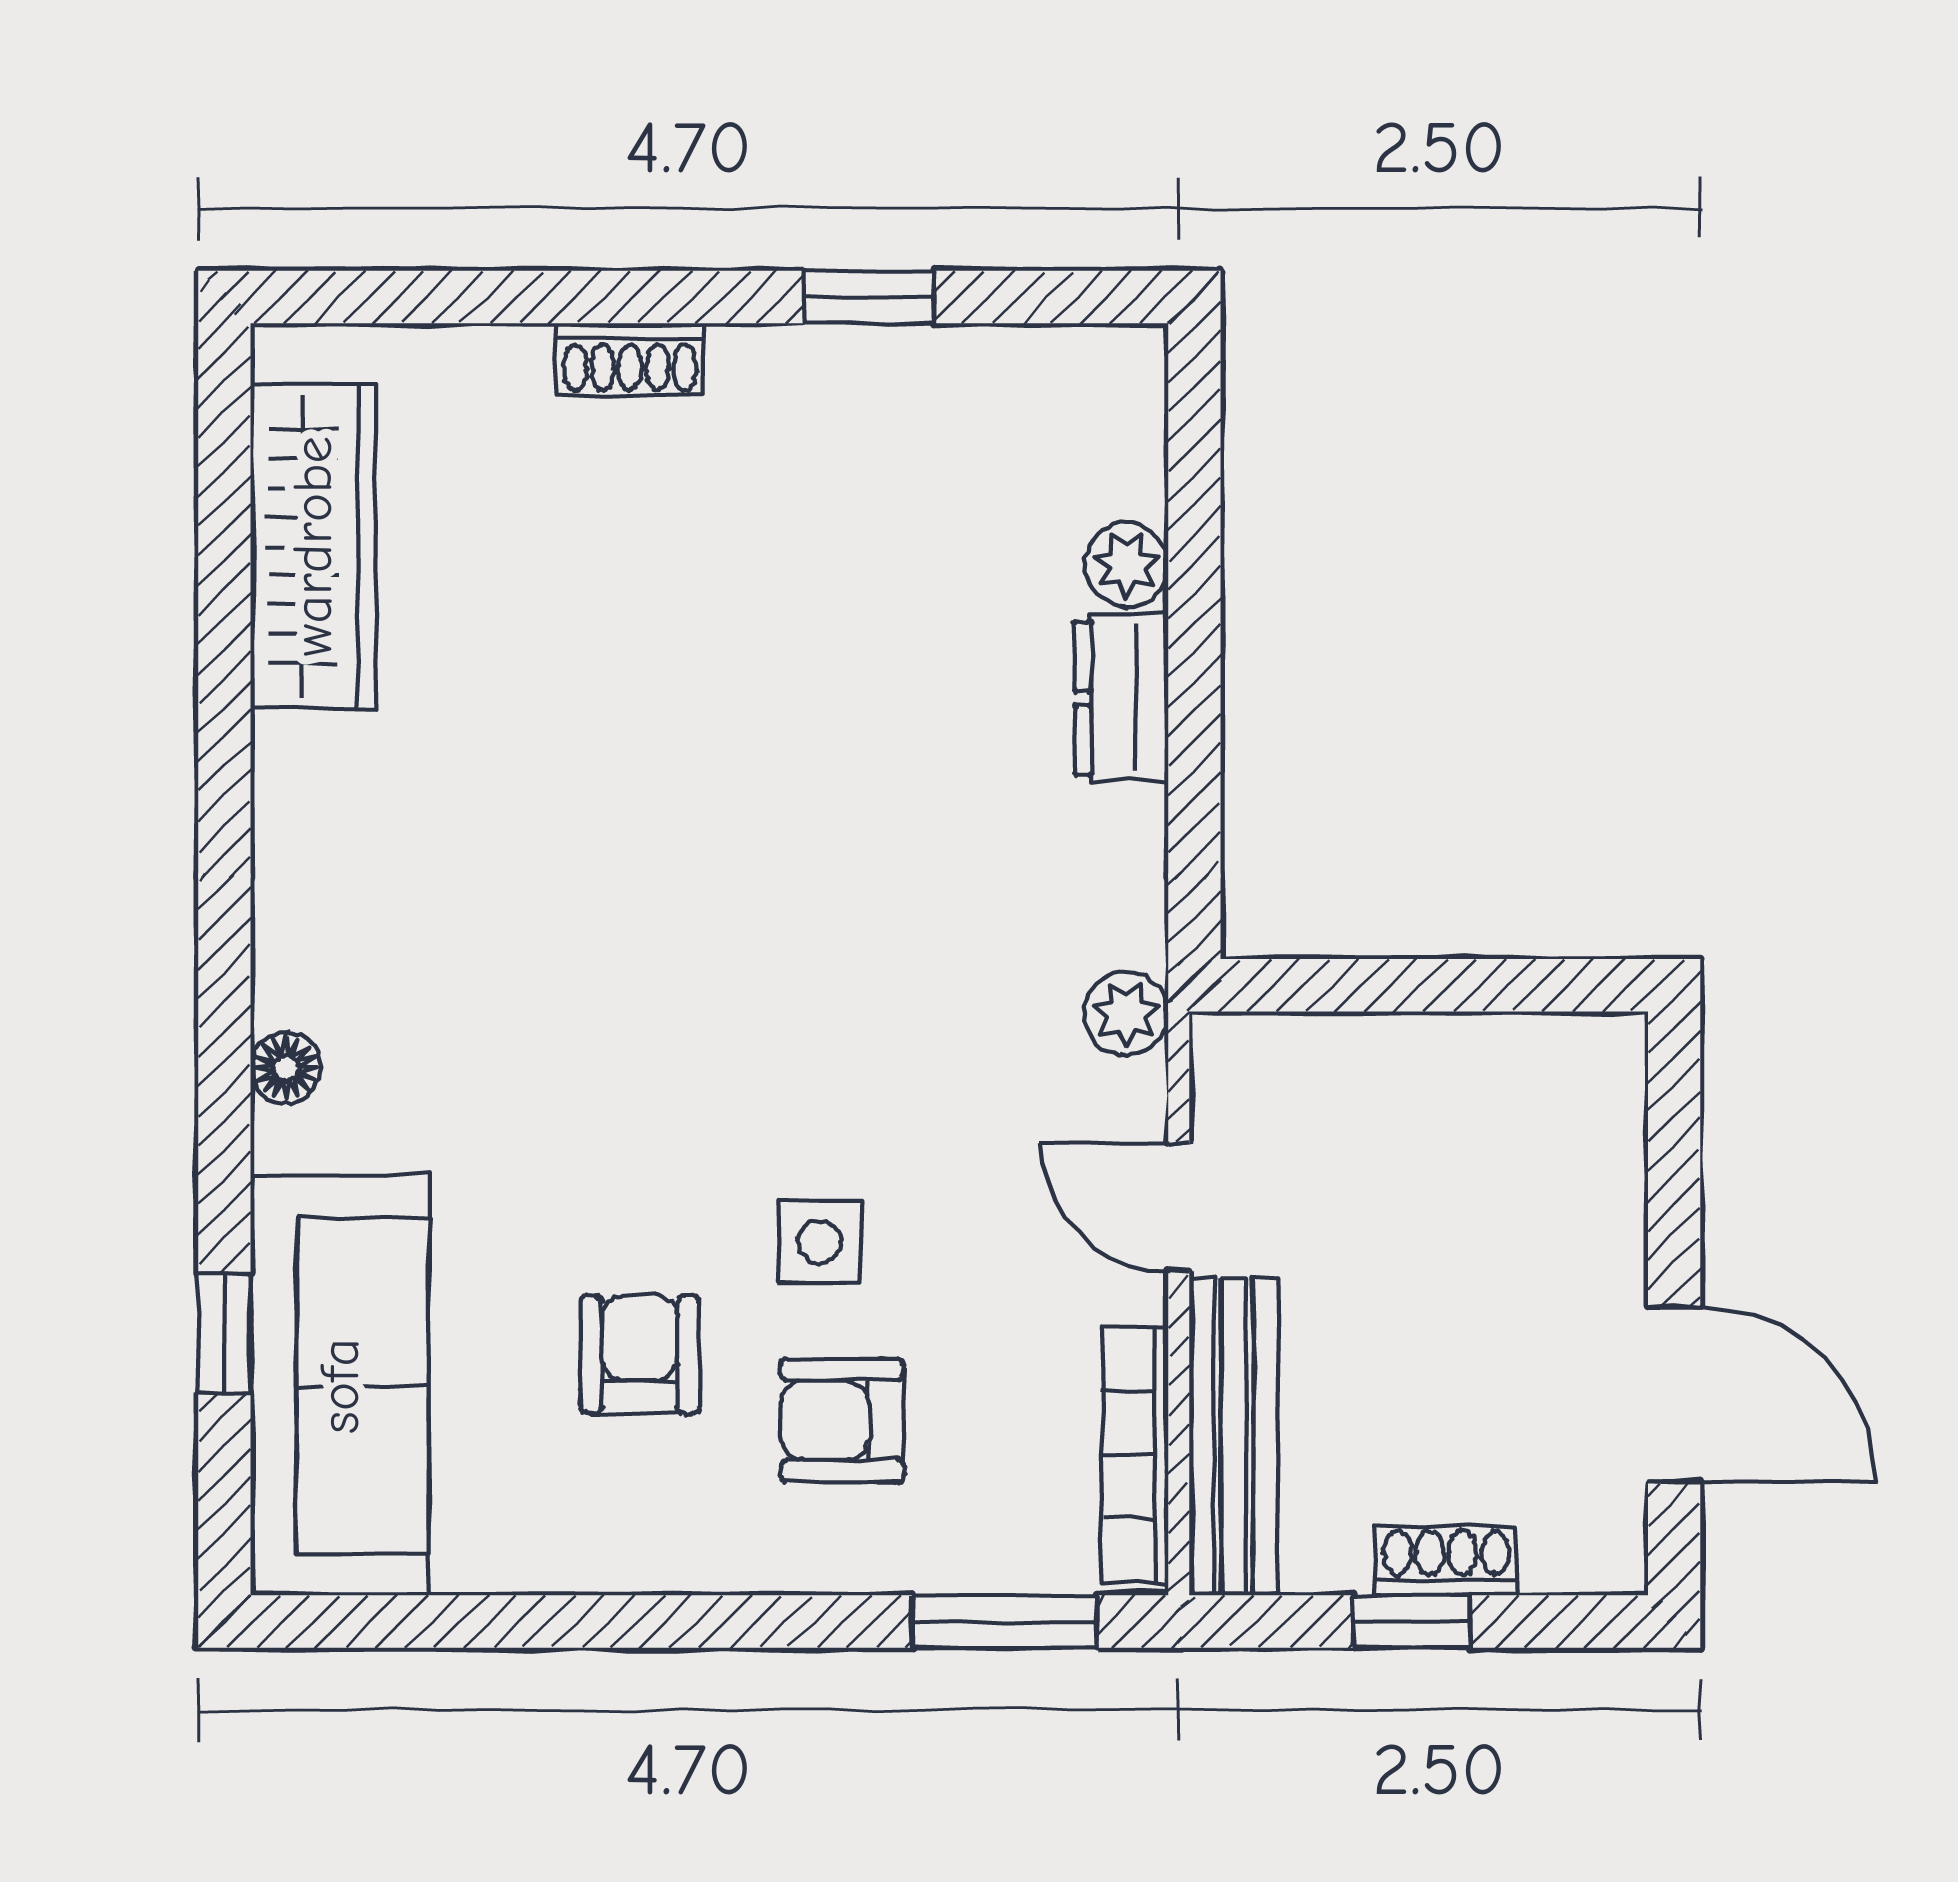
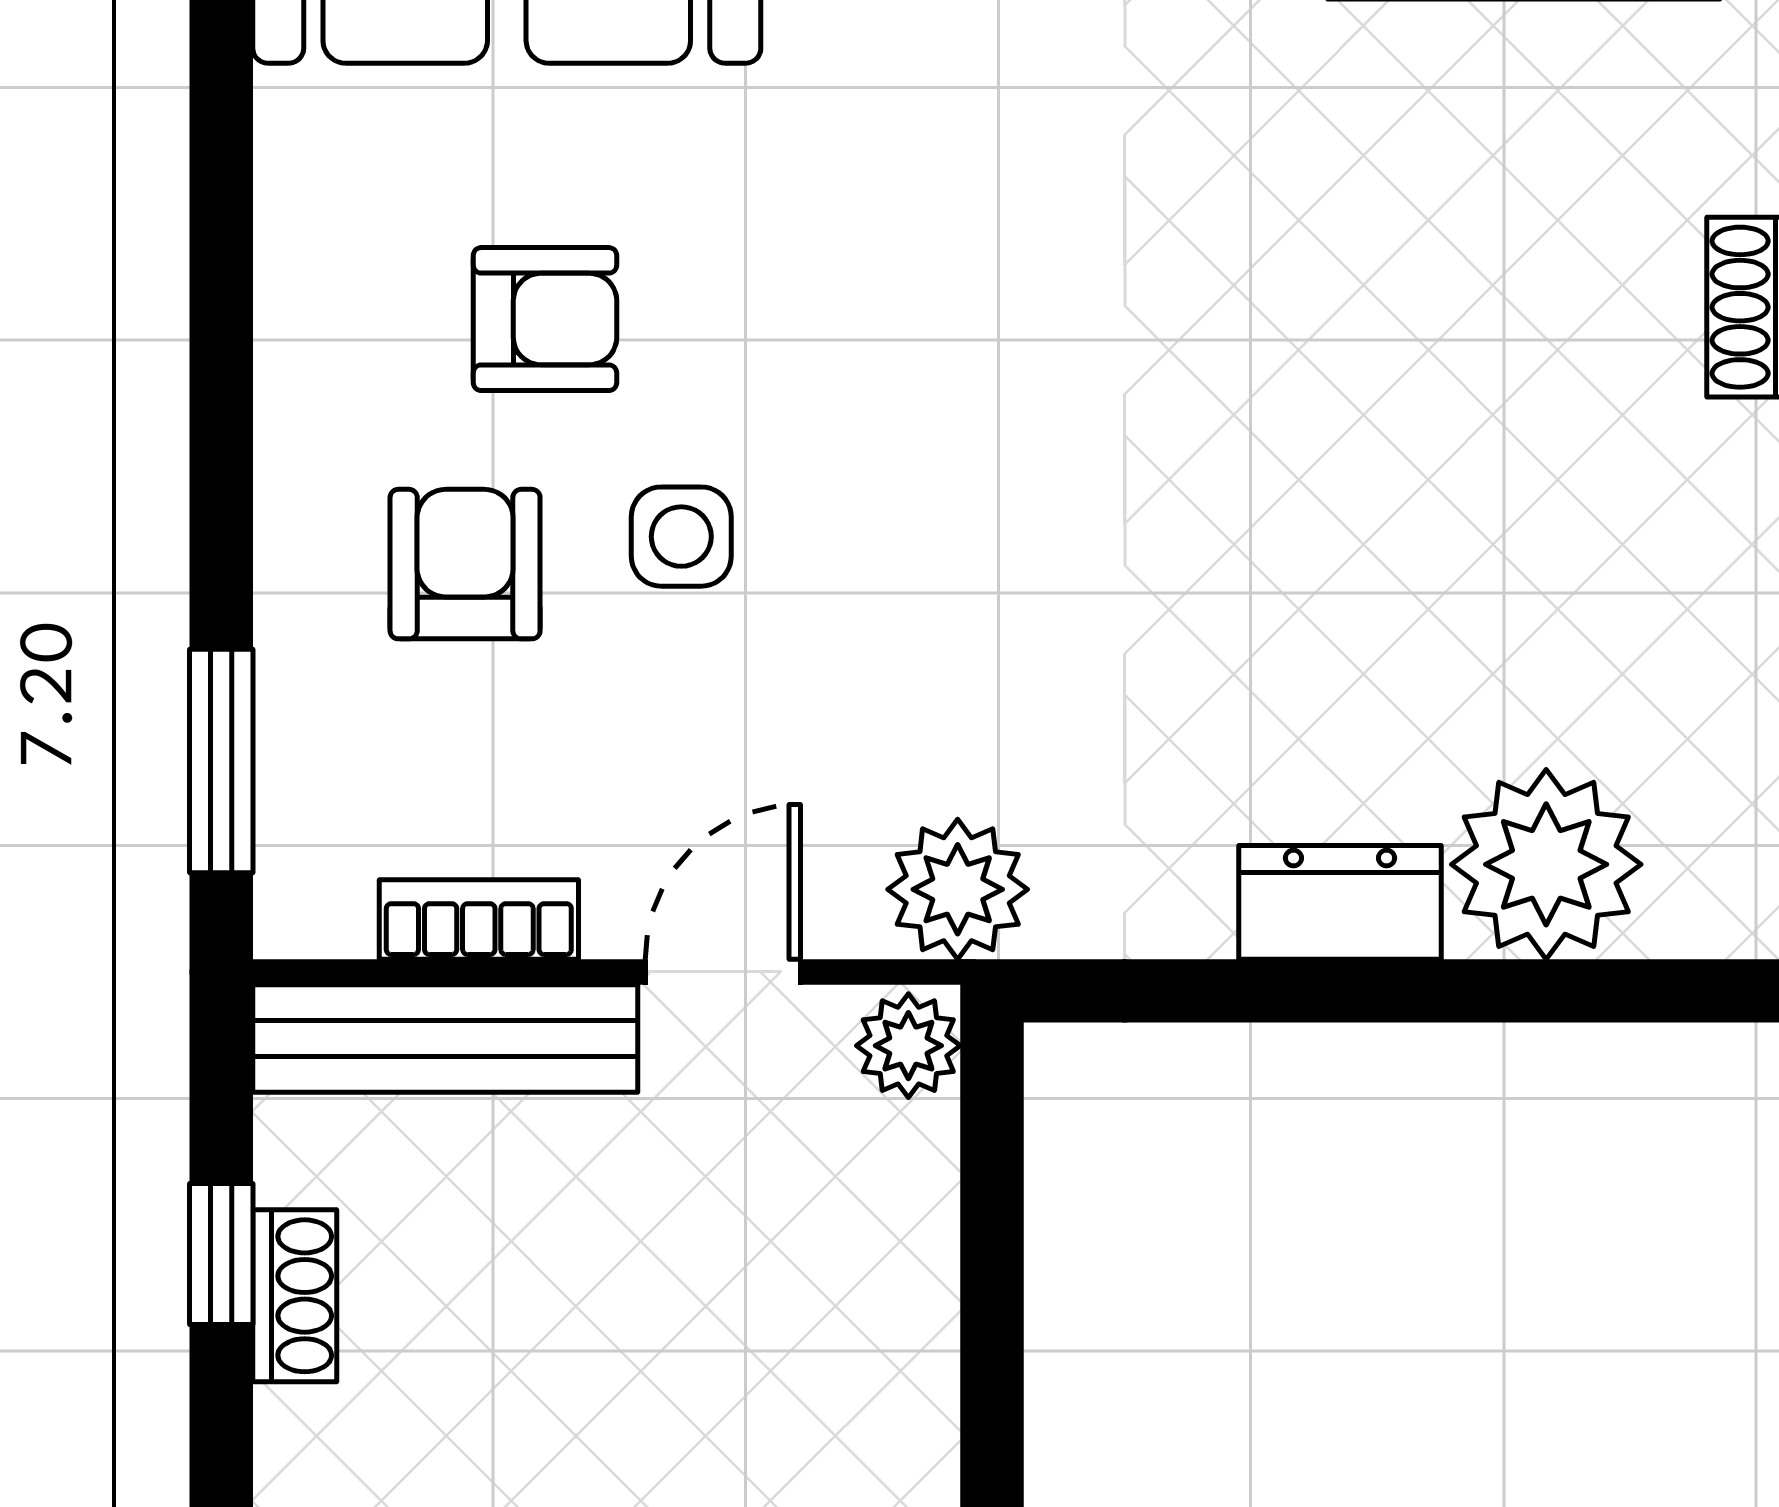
plant: (1126, 564) -> (1546, 864), width x1.88, depth x1.88
plant: (1126, 1014) -> (958, 889), width x1.38, depth x1.38
plant: (1240, 1054) -> (908, 1046), added
bookcase: (1135, 1455) -> (479, 920), width x0.64

